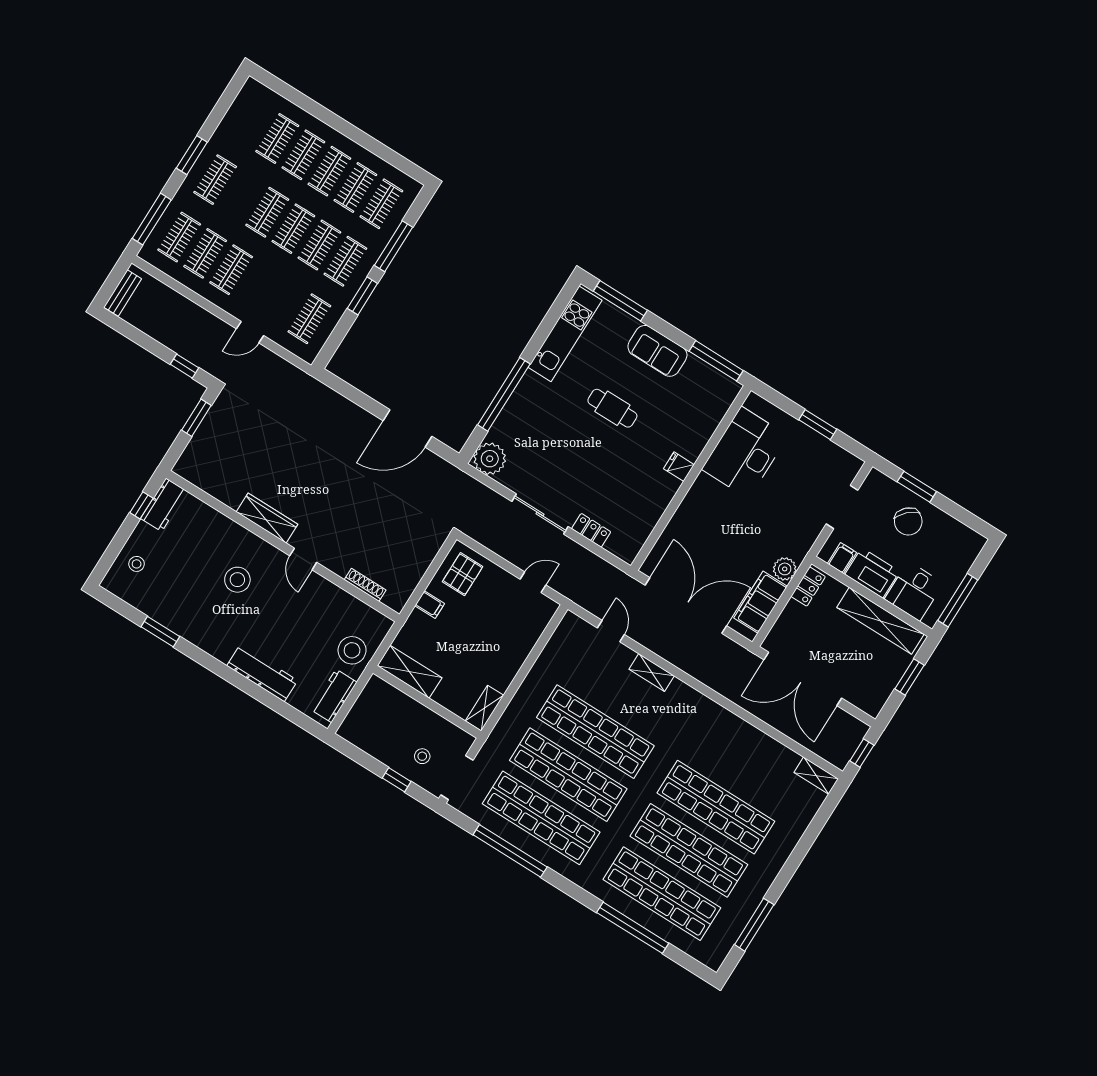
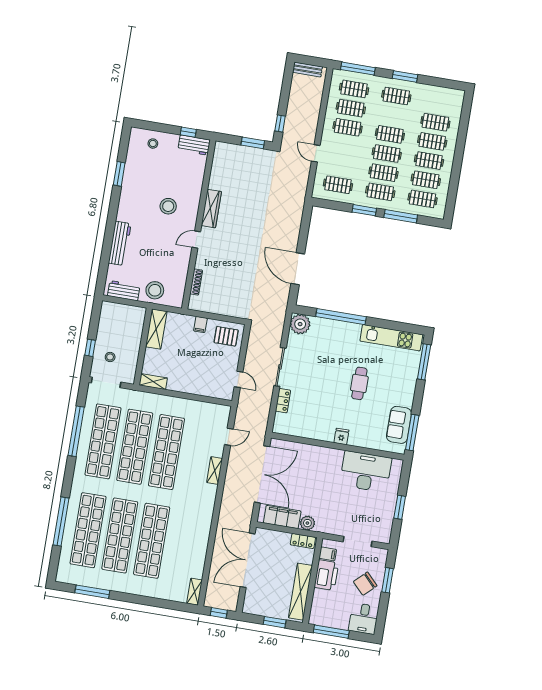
sofa: (657, 351) -> (399, 425), moved
desk: (914, 591) -> (364, 619), moved, turned -90

